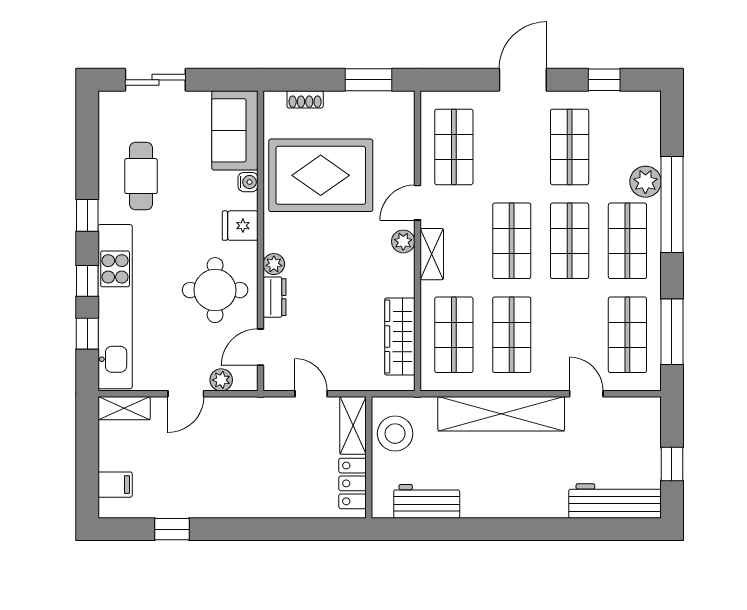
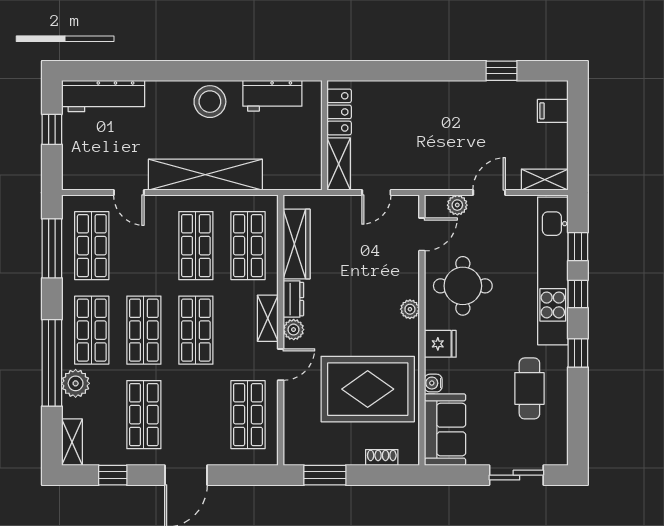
shelving: (650, 116) -> (72, 442), added
dresser: (275, 297) -> (293, 299), moved, turned 180
door: (311, 394) -> (376, 193), hinge flipped
stool: (395, 434) -> (210, 102), moved

